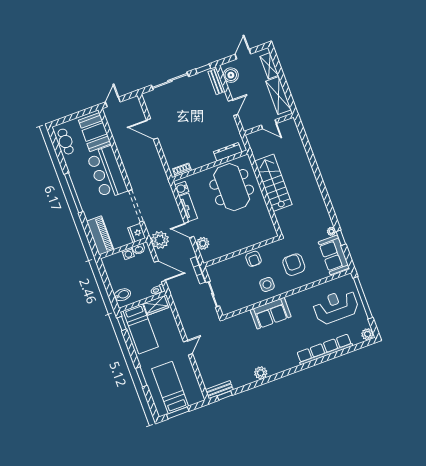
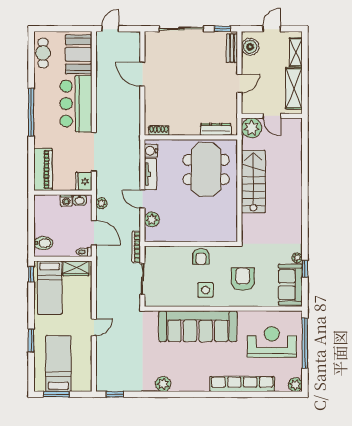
plant: (256, 140) -> (252, 128), added
plant: (160, 240) -> (101, 203), width x0.53, depth x0.53
sofa: (271, 313) -> (198, 326), width x1.85, depth x1.27
bench: (219, 390) -> (111, 386), removed

